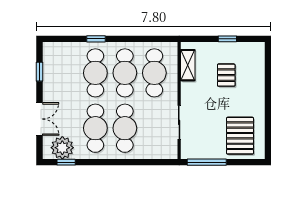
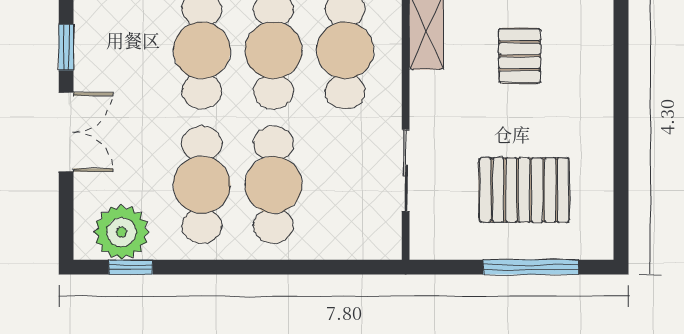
double door: (39, 119) -> (66, 132), moved
pallet: (240, 136) -> (524, 190), moved, turned 90
window: (207, 162) -> (531, 267), moved

